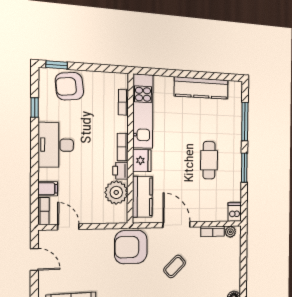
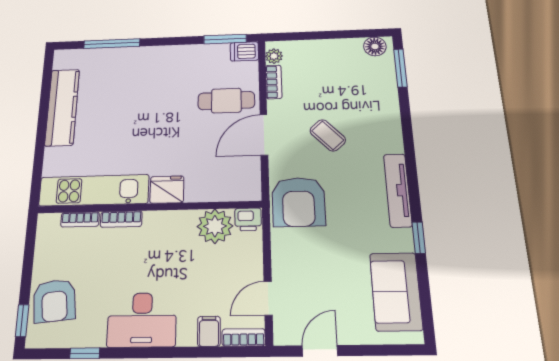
bookcase: (123, 147) -> (121, 219), moved
cafe table: (209, 160) -> (226, 101), moved
window: (244, 168) -> (225, 39), moved
printer: (120, 171) -> (248, 219), moved
kitchen counter: (142, 197) -> (222, 187), removed

